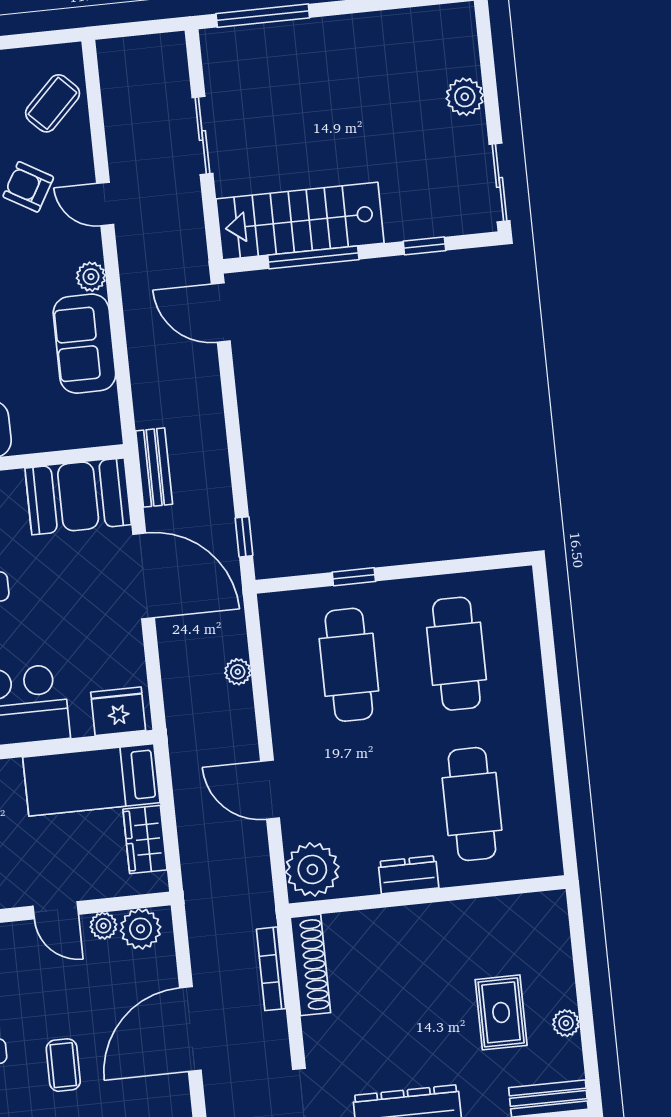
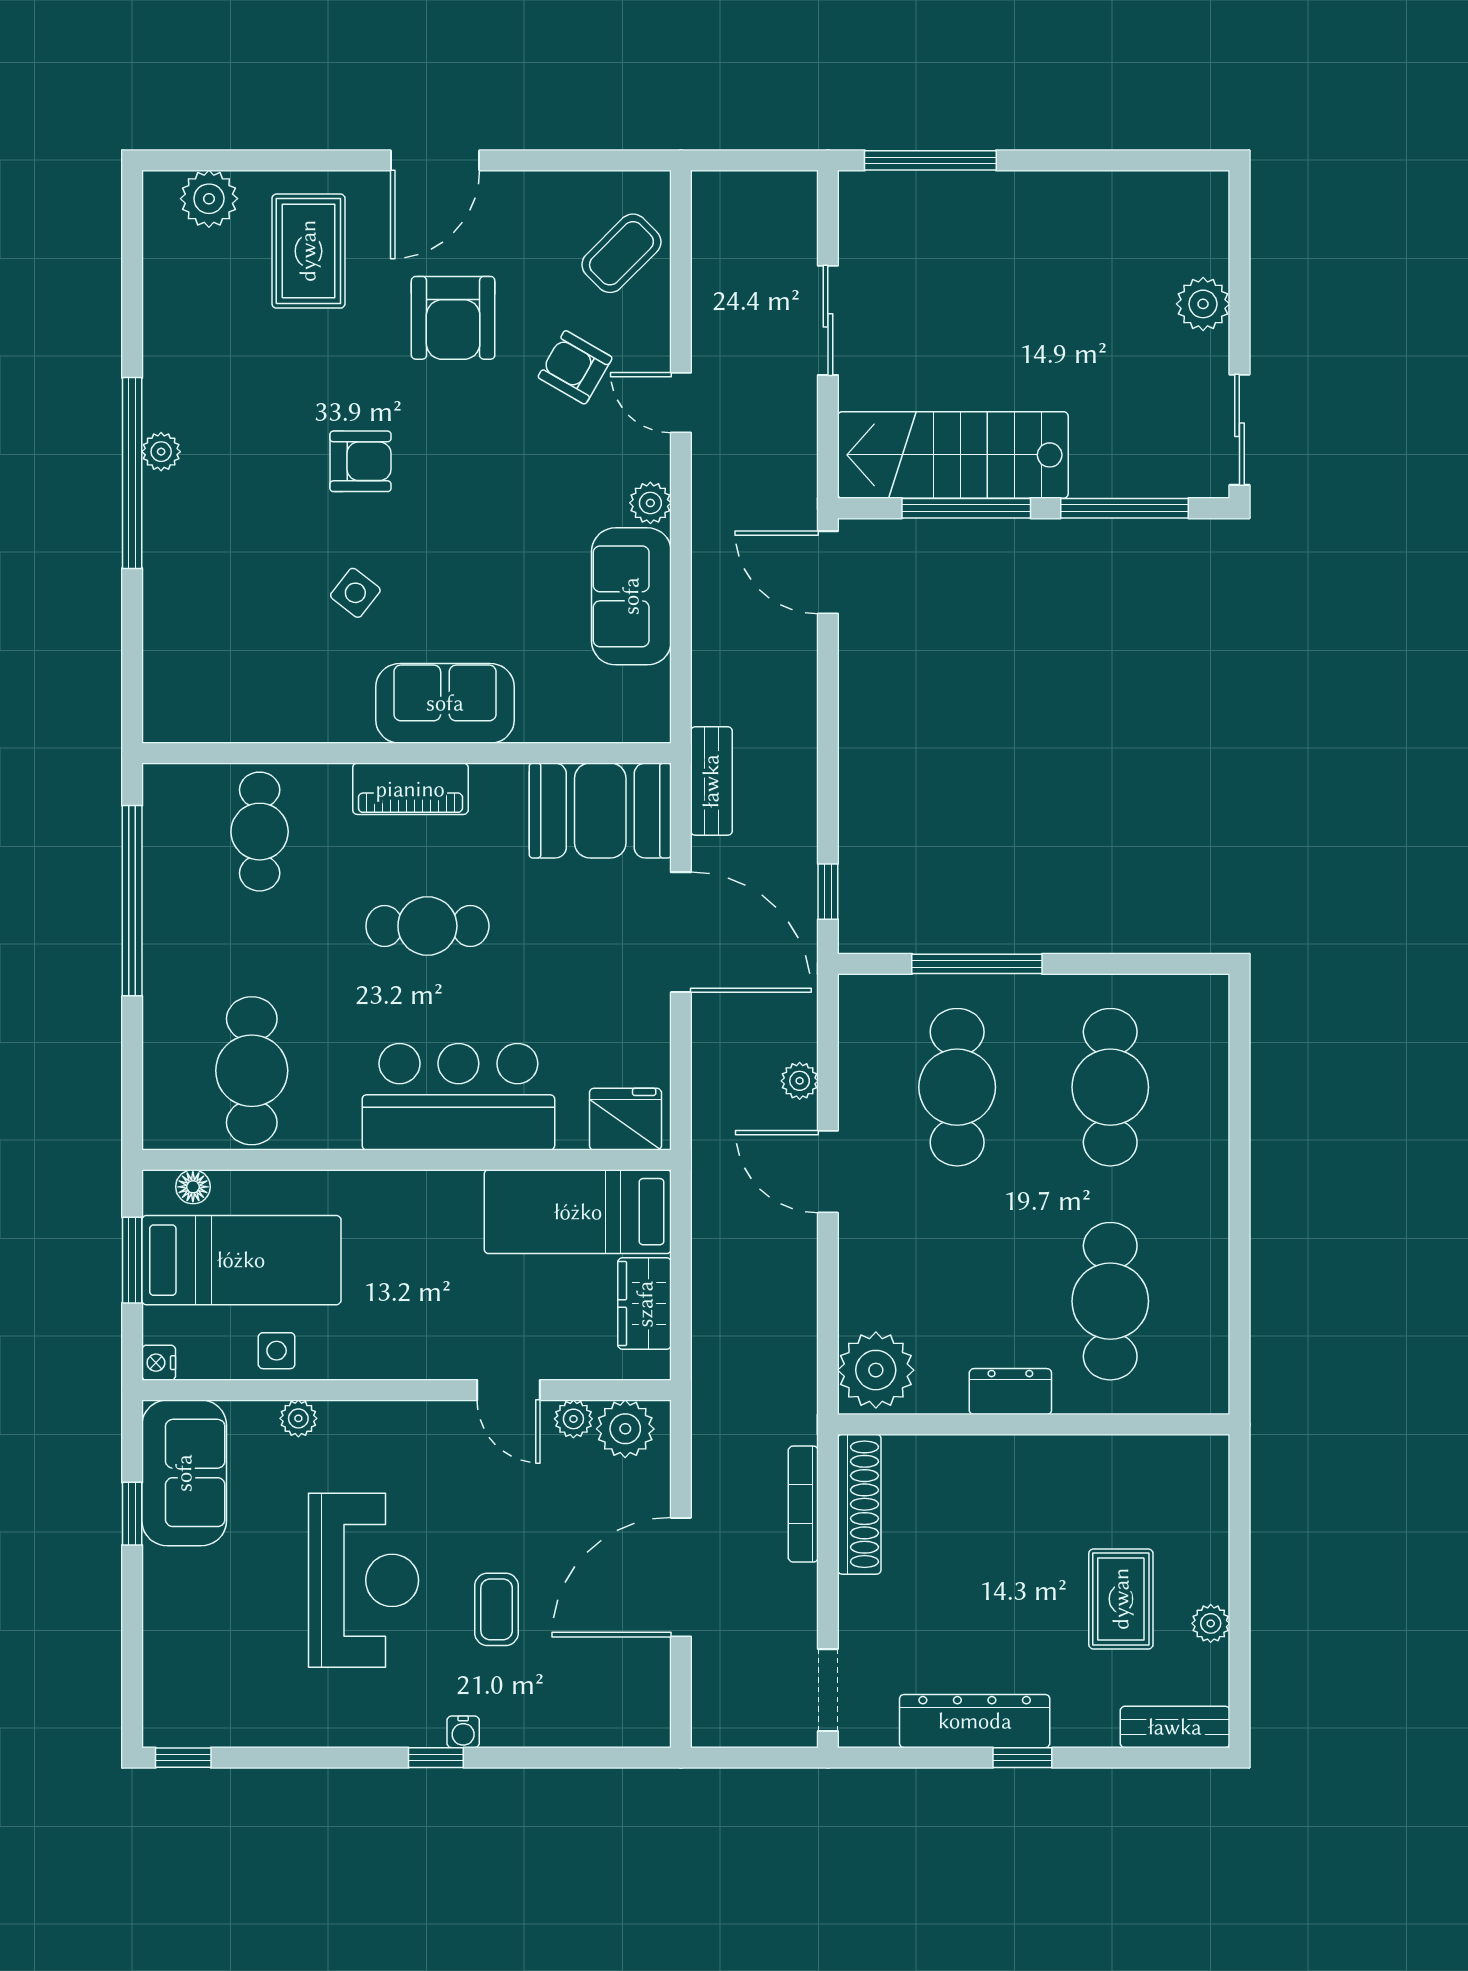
window: (424, 246) -> (1124, 508), width x2.17
window: (354, 577) -> (977, 964), width x2.17
door: (270, 790) -> (828, 1172), moved

